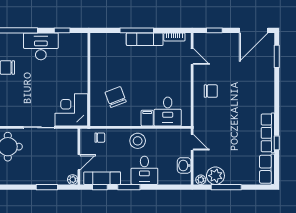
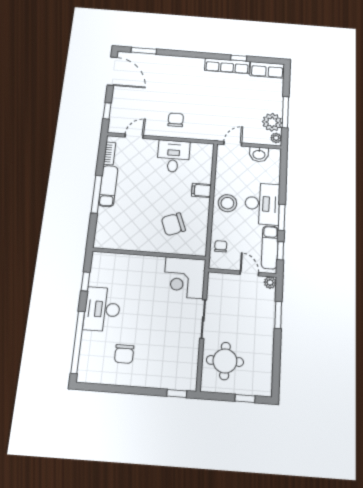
desk: (168, 112) -> (173, 156), moved, turned -90
desk: (144, 170) -> (262, 204), width x1.37

